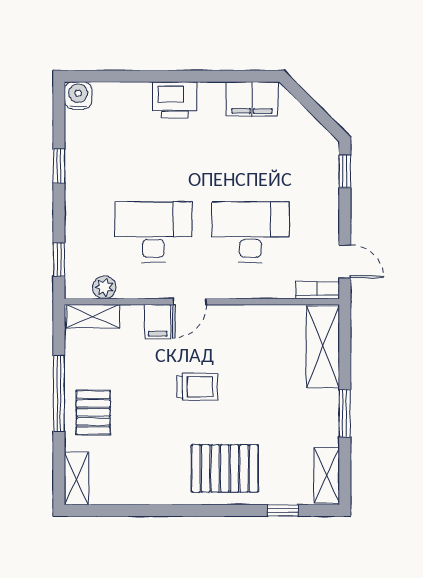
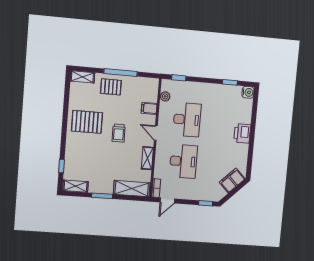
filing cabinet: (252, 99) -> (232, 180), moved, turned 45
window: (59, 166) -> (230, 82), moved
shelving: (93, 316) -> (147, 158), moved
filing cabinet: (158, 322) -> (149, 108), moved
pallet: (225, 469) -> (87, 122), moved, turned 90

